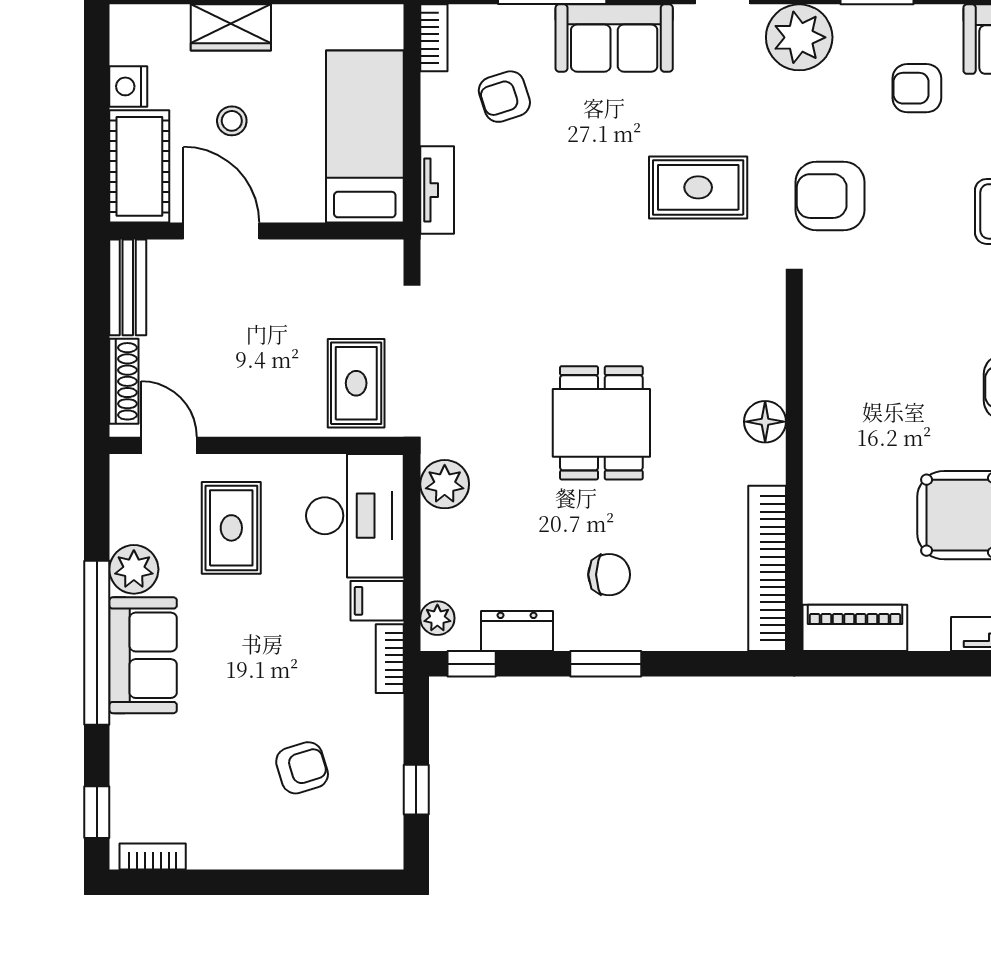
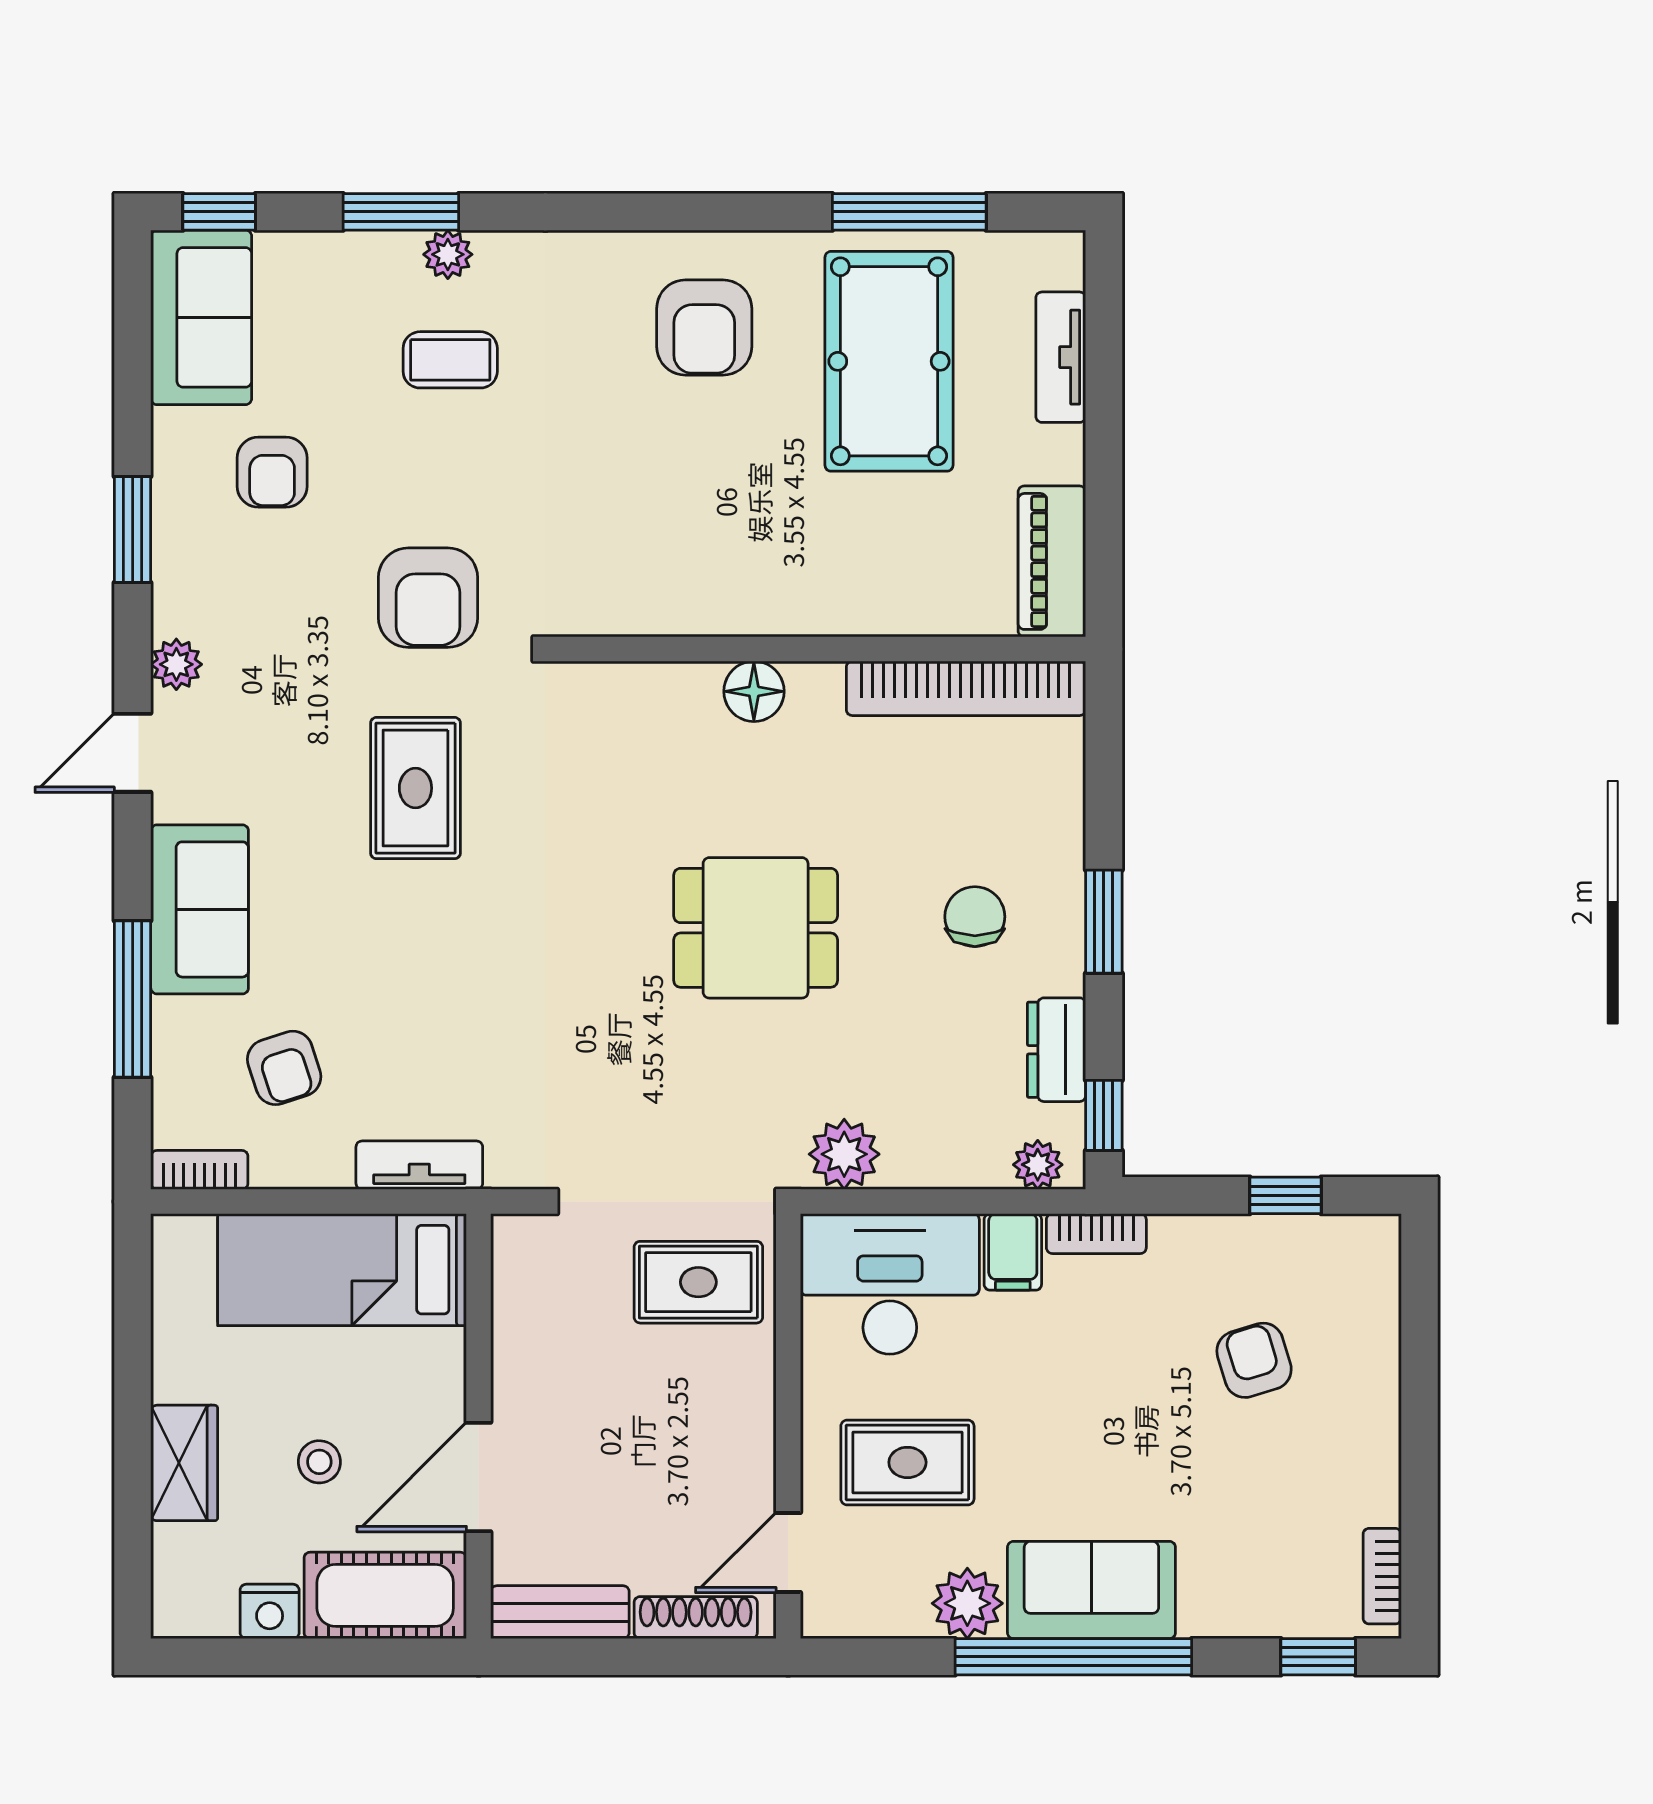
plant: (799, 37) -> (176, 664), width x0.53, depth x0.53

